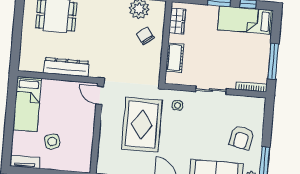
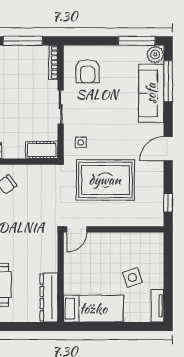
cot: (175, 58) -> (42, 150), moved
dresser: (66, 67) -> (49, 297), moved
armchair: (242, 138) -> (88, 71), moved, turned 79

